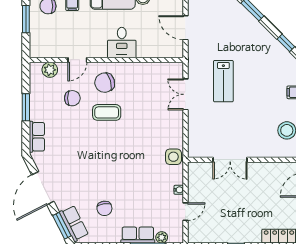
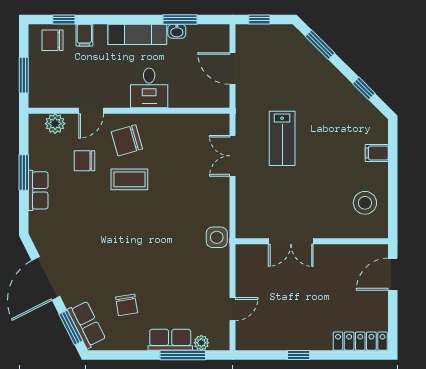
window: (26, 19) -> (24, 75), moved
chair: (72, 98) -> (85, 161), turned 180
row of seats: (37, 137) -> (38, 190), moved
water cooler: (179, 190) -> (224, 281), removed

